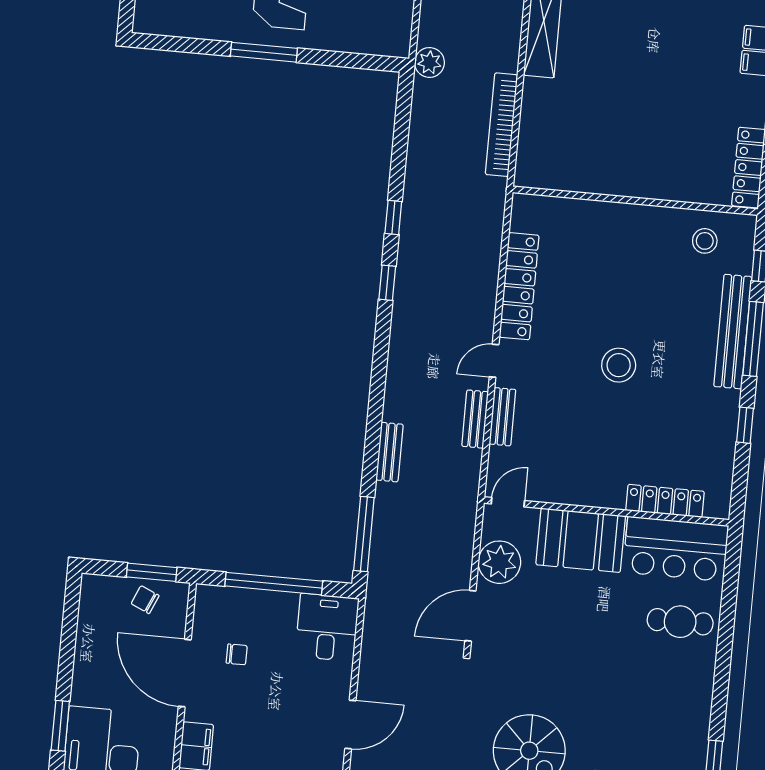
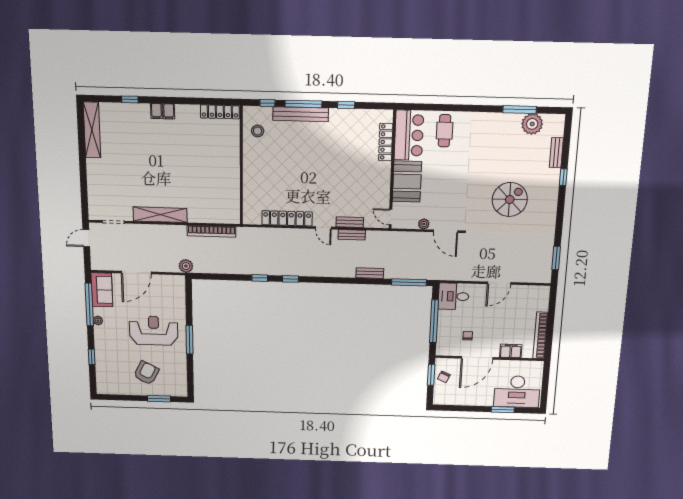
stool: (619, 365) -> (321, 169), removed
plant: (499, 562) -> (424, 224), width x0.53, depth x0.53
door: (350, 725) -> (499, 283), swing flipped

